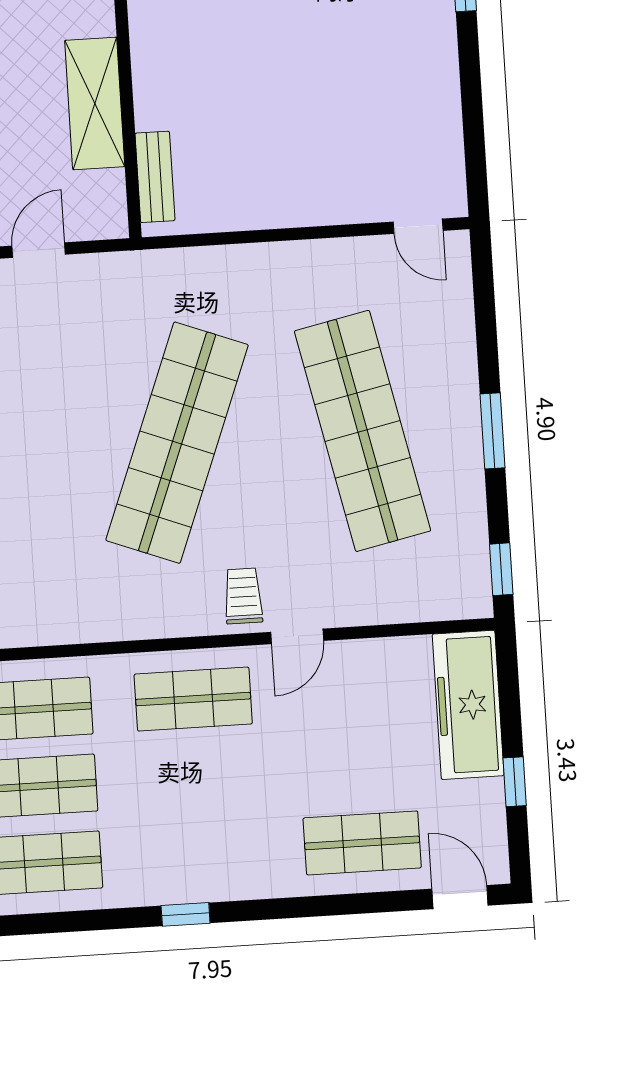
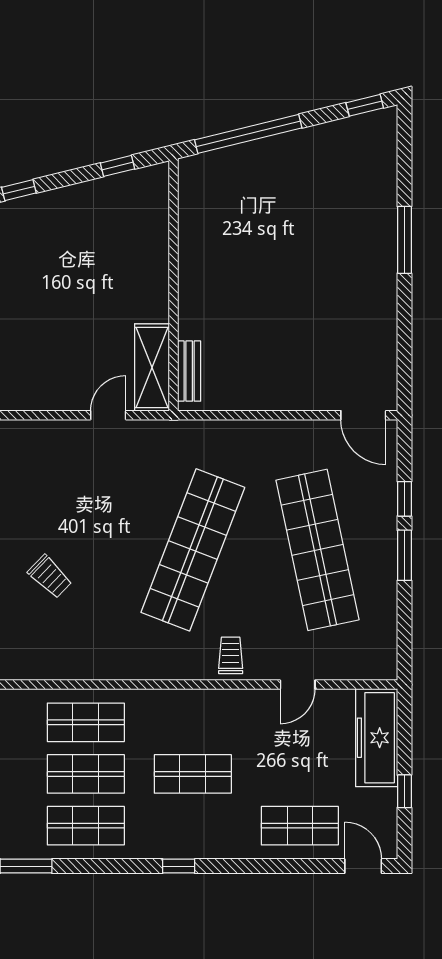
shelving: (95, 103) -> (152, 367), moved
door: (418, 226) -> (363, 415), width x1.38
window: (501, 569) -> (404, 499), moved
door: (297, 636) -> (298, 685), moved
shop shelf: (193, 699) -> (193, 774), moved

